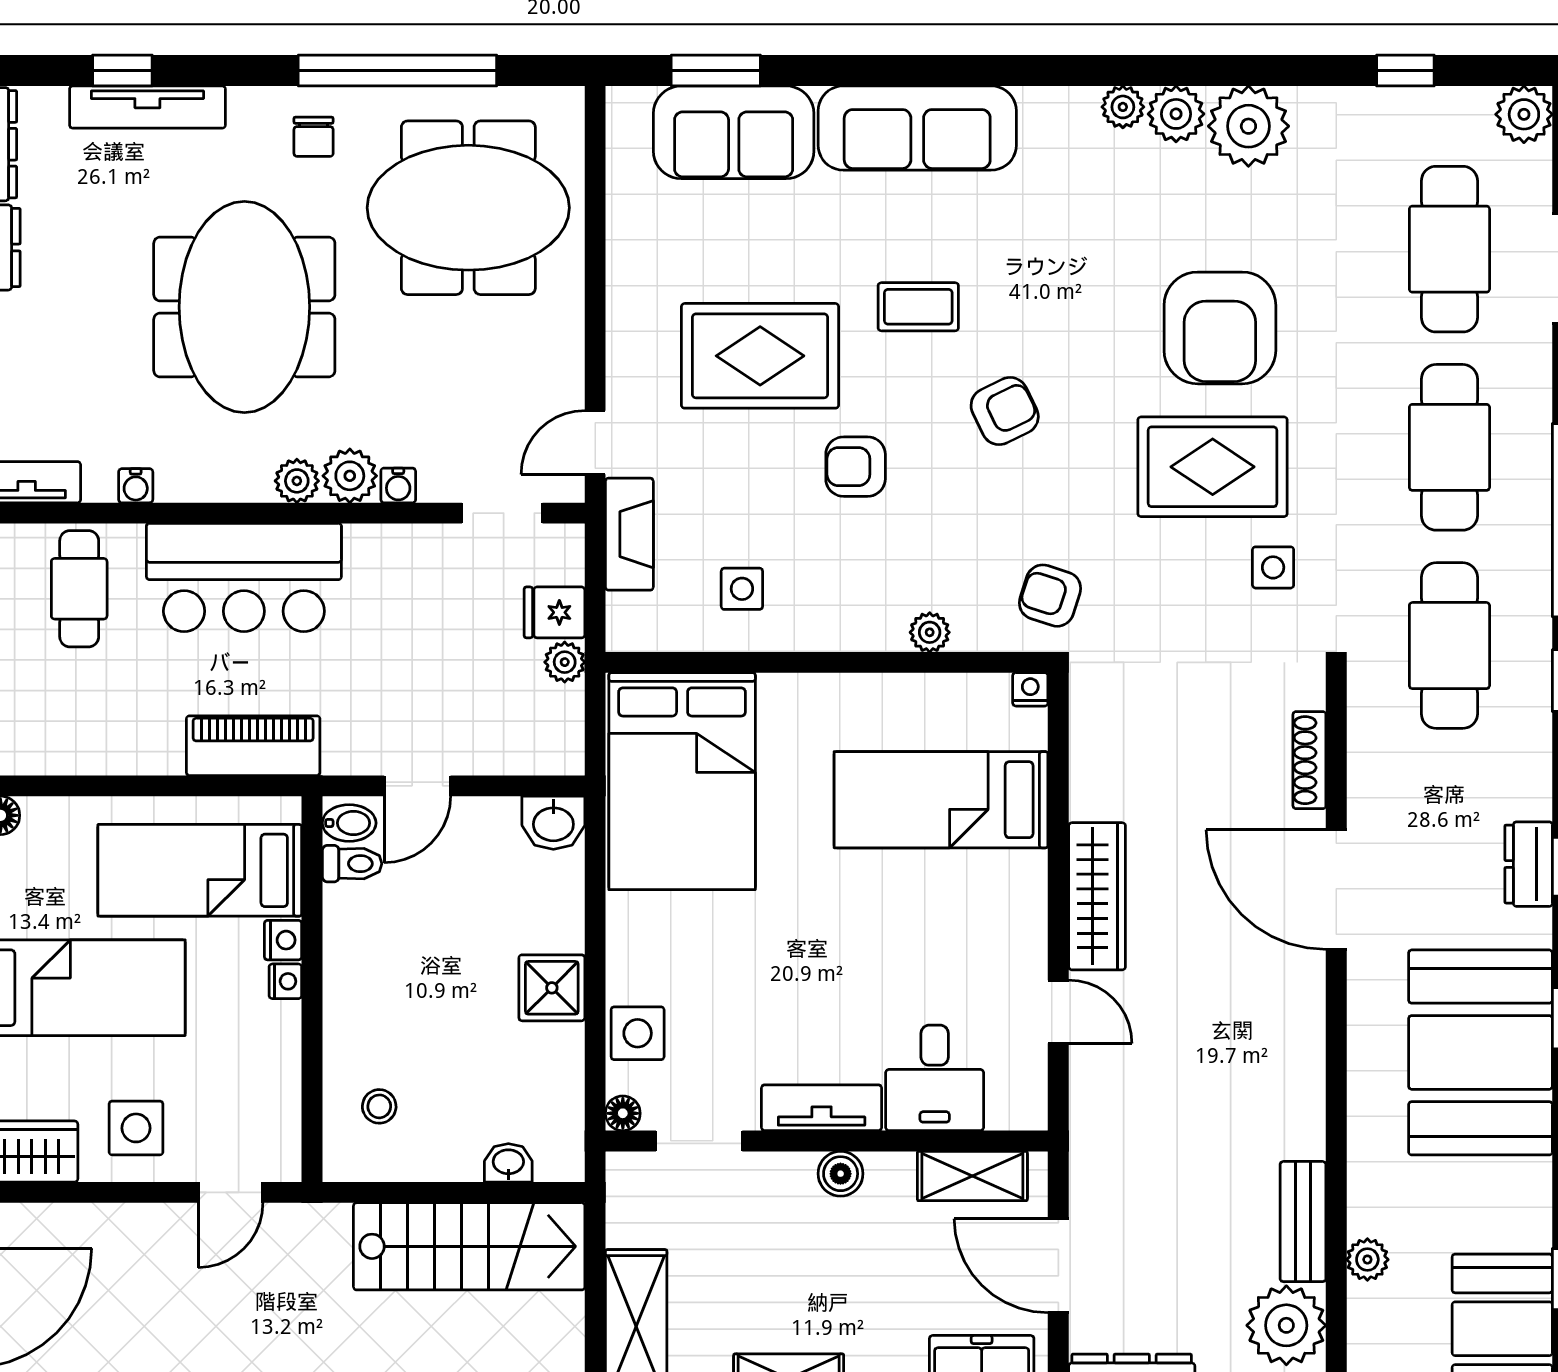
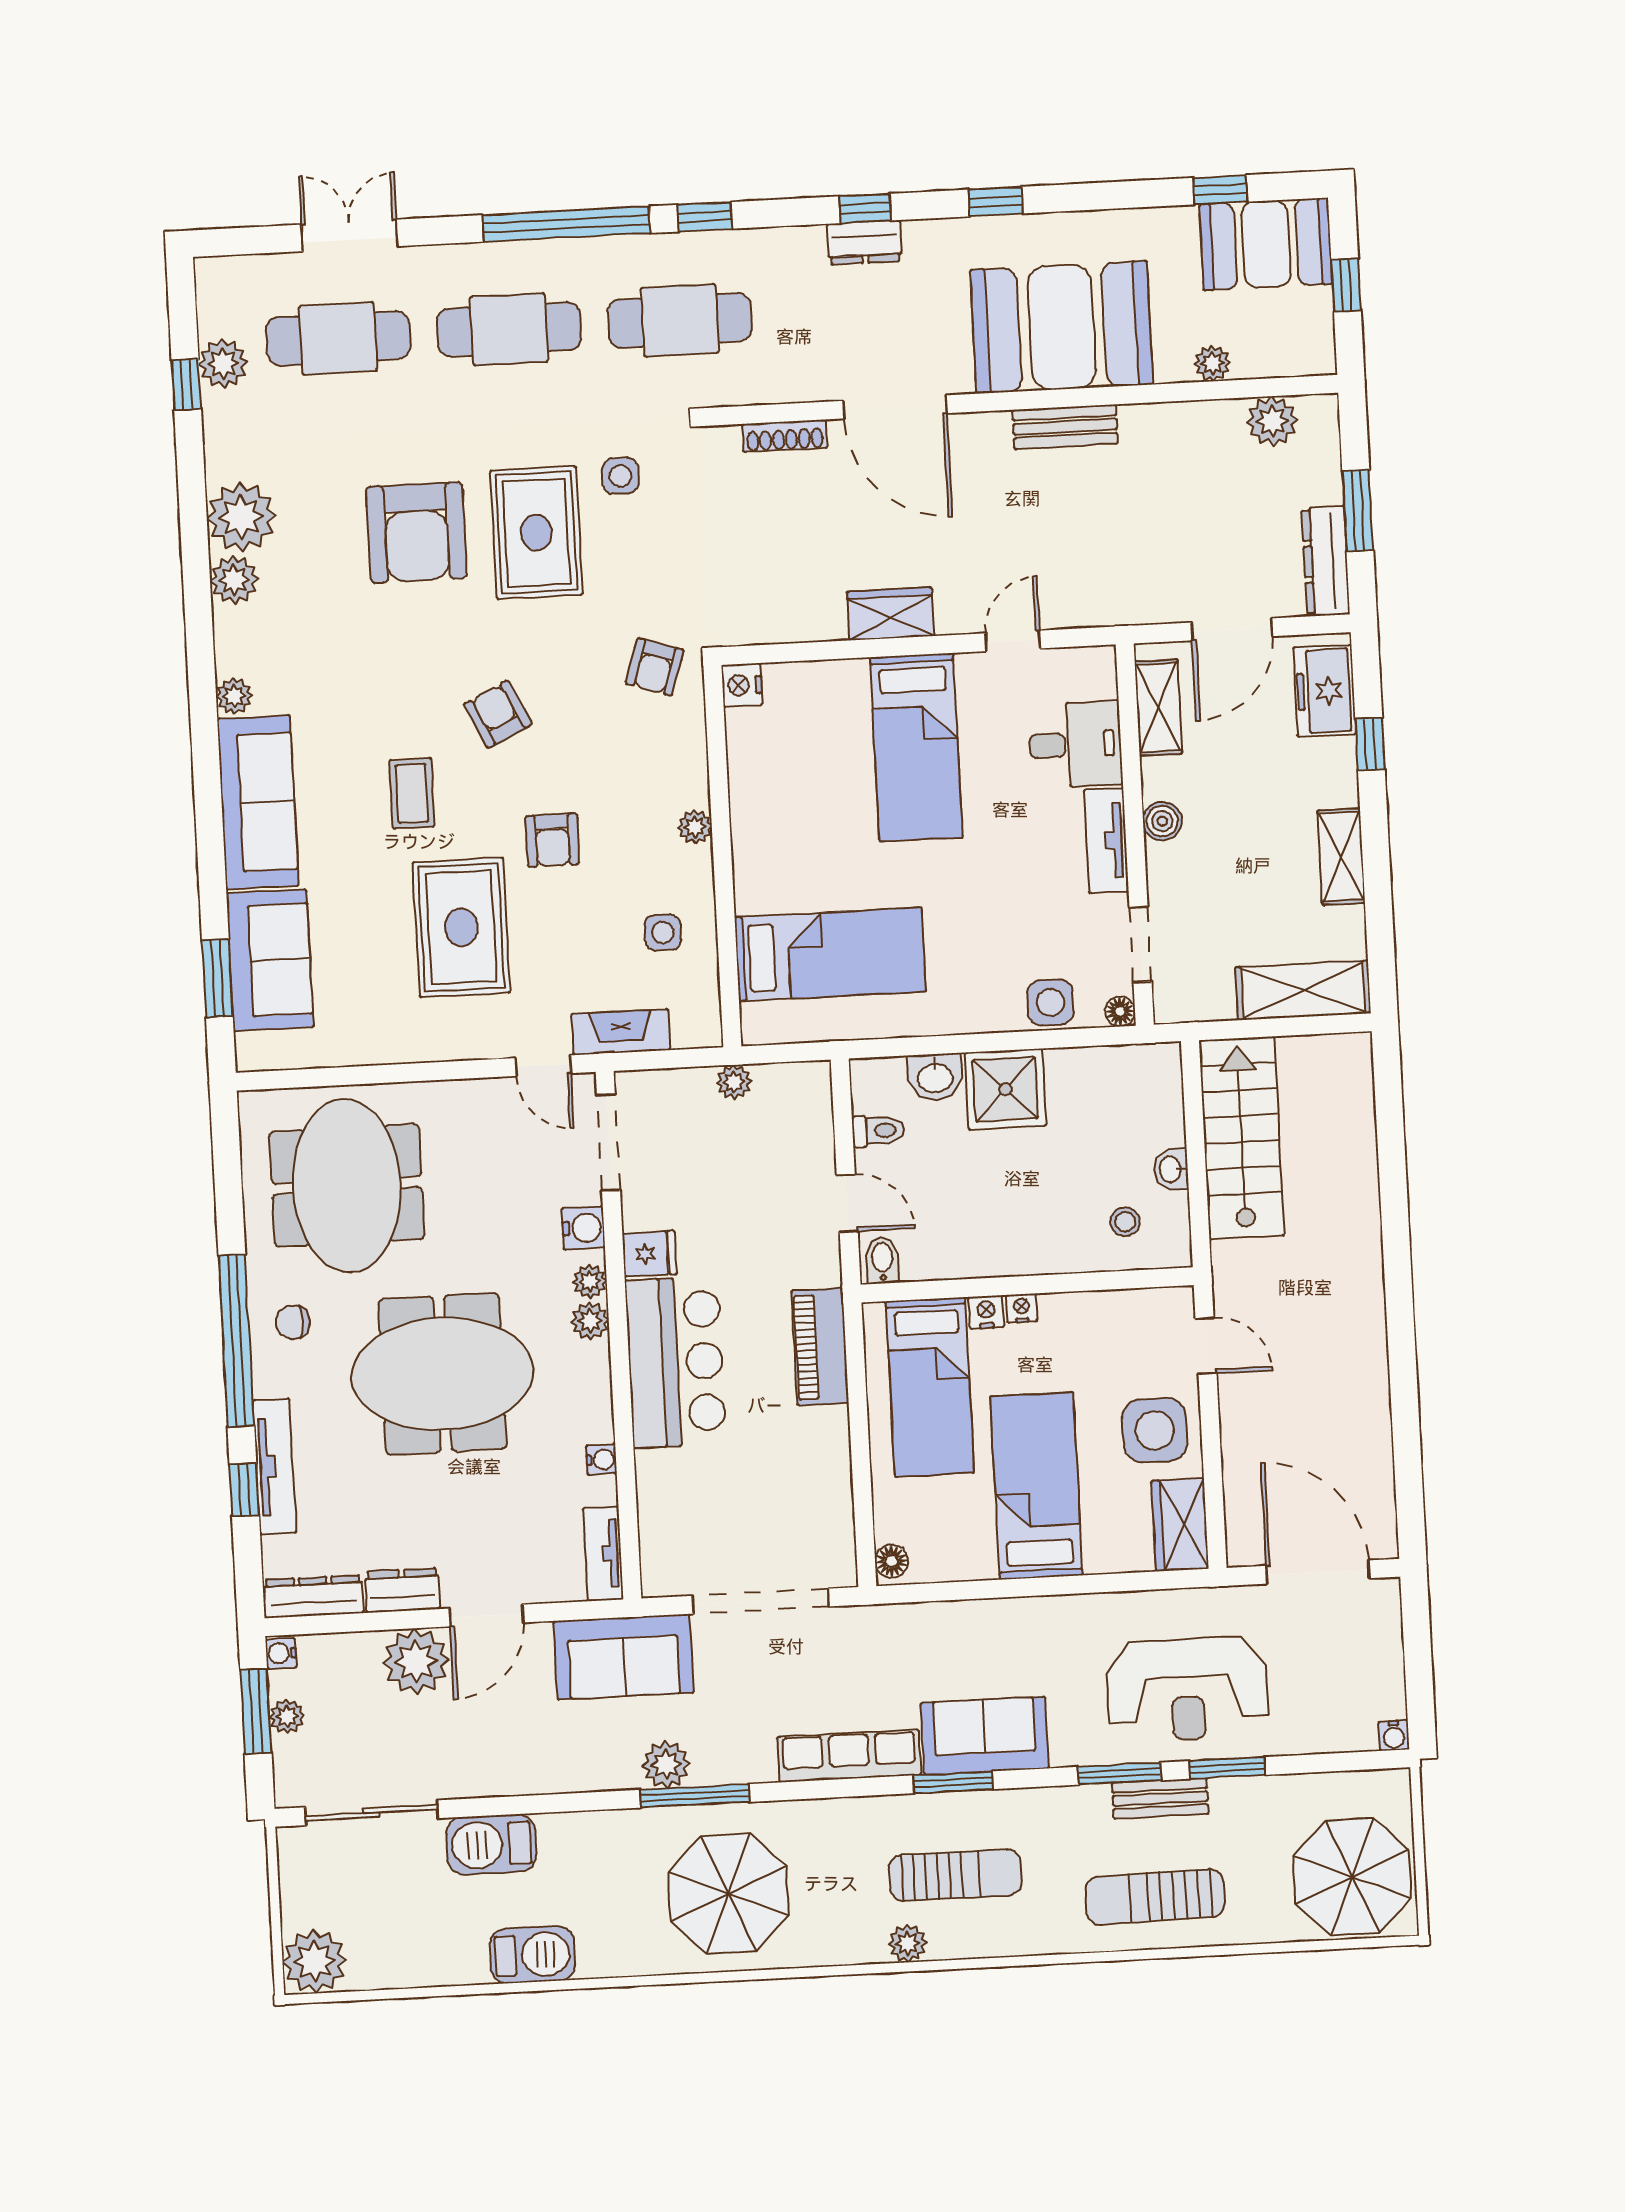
window: (397, 70) -> (236, 1341), moved
plant: (1123, 107) -> (234, 696), moved
plant: (1524, 114) -> (223, 364), moved
chair: (314, 137) -> (293, 1322), turned 180
armchair: (1220, 328) -> (416, 532), turned 90
plant: (350, 476) -> (590, 1281), width x0.73, depth x0.73
water cooler: (398, 485) -> (583, 1228), width x1.38, depth x1.38
doorway: (502, 513) -> (608, 1142), width x1.38
cafe table: (79, 589) -> (693, 1504), removed
fridge: (554, 612) -> (649, 1254), moved, turned -90
plant: (930, 632) -> (695, 827), moved
nightstand: (1030, 689) -> (742, 685), width x1.39, depth x1.35
bed: (682, 781) -> (830, 954), width x0.67
bed: (941, 800) -> (916, 747), moved
washbasin: (553, 823) -> (935, 1077), moved, turned 90
toilet: (352, 864) -> (878, 1131), moved, turned 90
door: (1336, 890) -> (895, 407), hinge flipped
wardrobe: (1097, 896) -> (891, 614), width x0.67
shower: (552, 988) -> (1005, 1089), width x1.36, depth x1.36
booth: (1480, 1052) -> (1062, 327), moved
side table: (136, 1128) -> (1155, 1430), width x1.37, depth x1.37
washbasin: (508, 1163) -> (1171, 1169), moved
bench: (1303, 1222) -> (1065, 427), moved
plant: (1286, 1325) -> (1272, 421), width x0.73, depth x0.73

